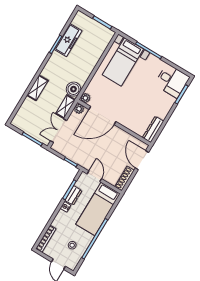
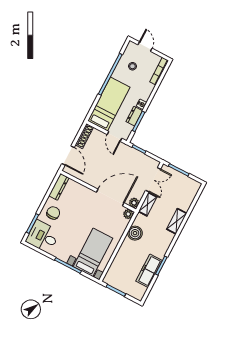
boiler: (73, 89) -> (135, 233), moved
chair: (160, 104) -> (53, 213), added

